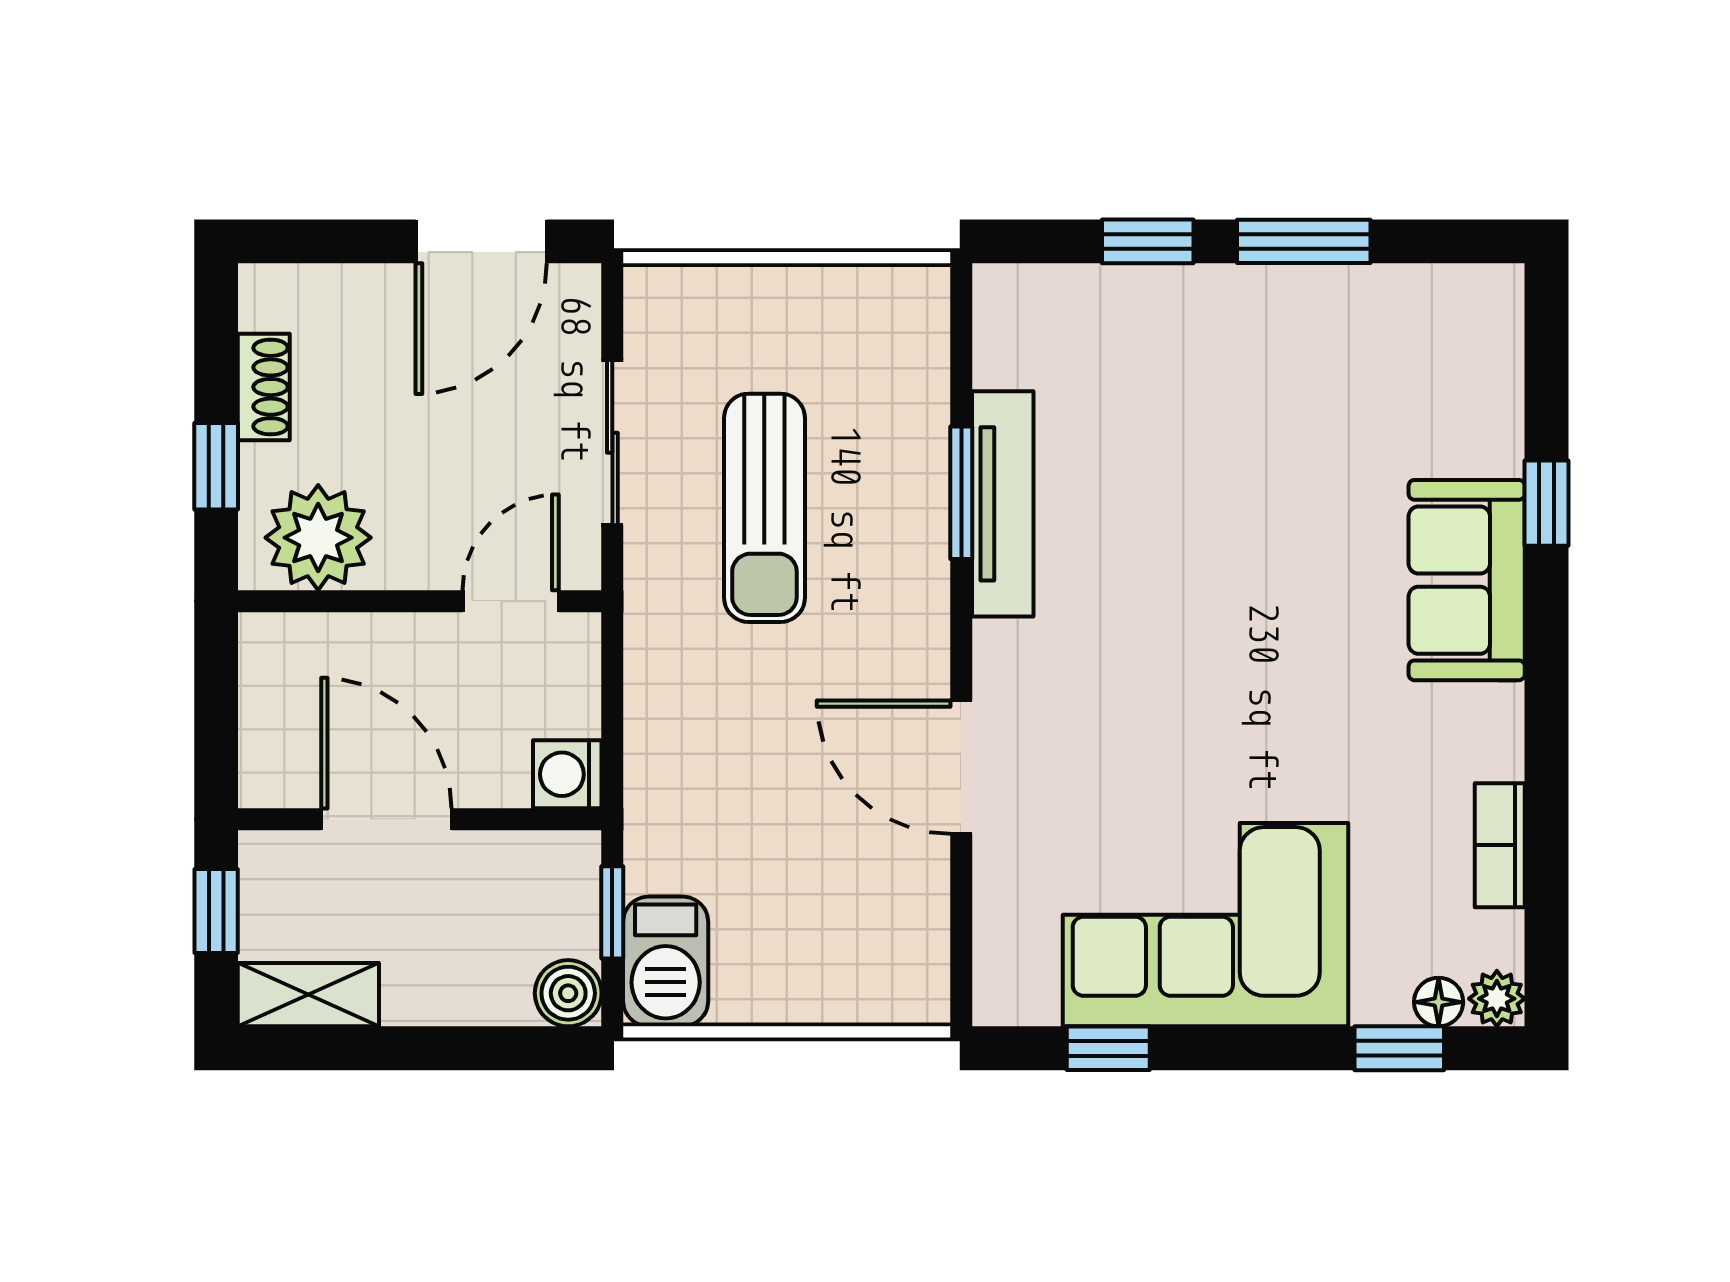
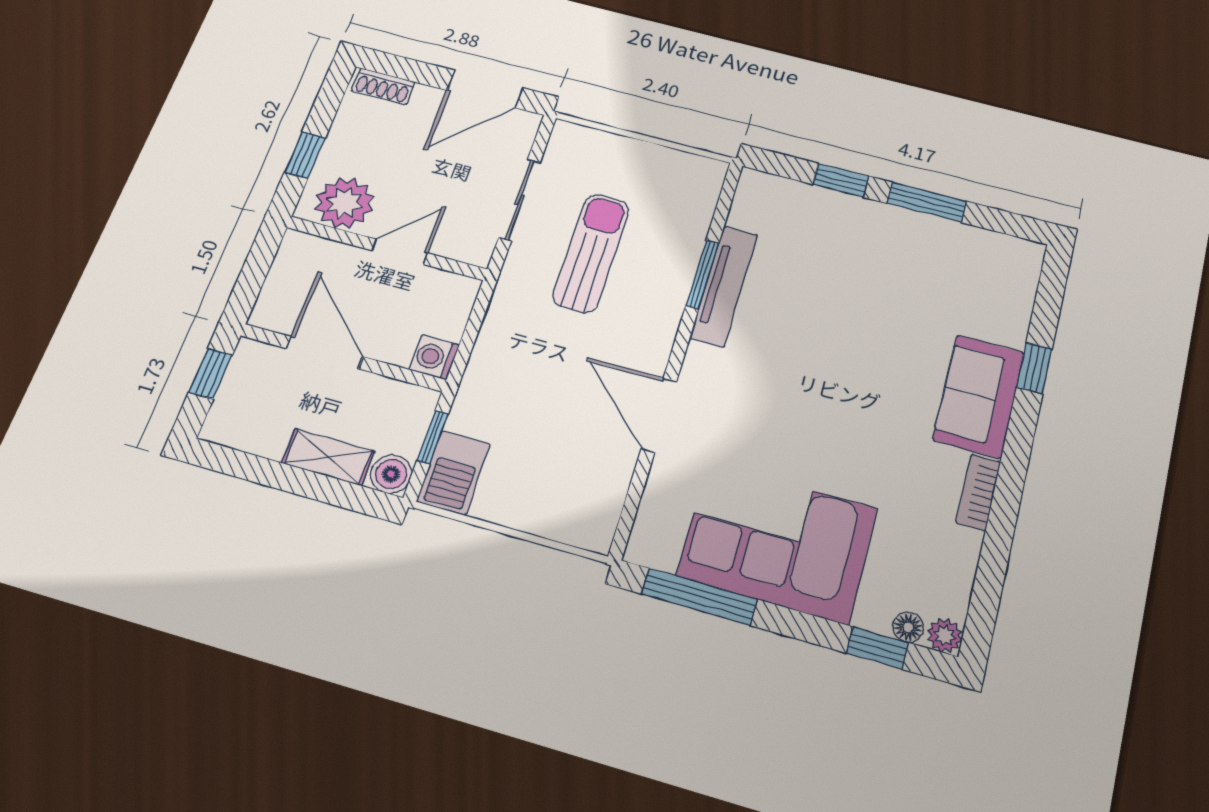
shoe rack: (264, 387) -> (383, 86), moved, turned 90
sun lounger: (764, 508) -> (591, 253), turned 180
door: (511, 601) -> (400, 252), moved
bookcase: (1500, 845) -> (978, 492), moved
shelving: (308, 995) -> (328, 457), moved
window: (1108, 1048) -> (699, 597), width x2.17

